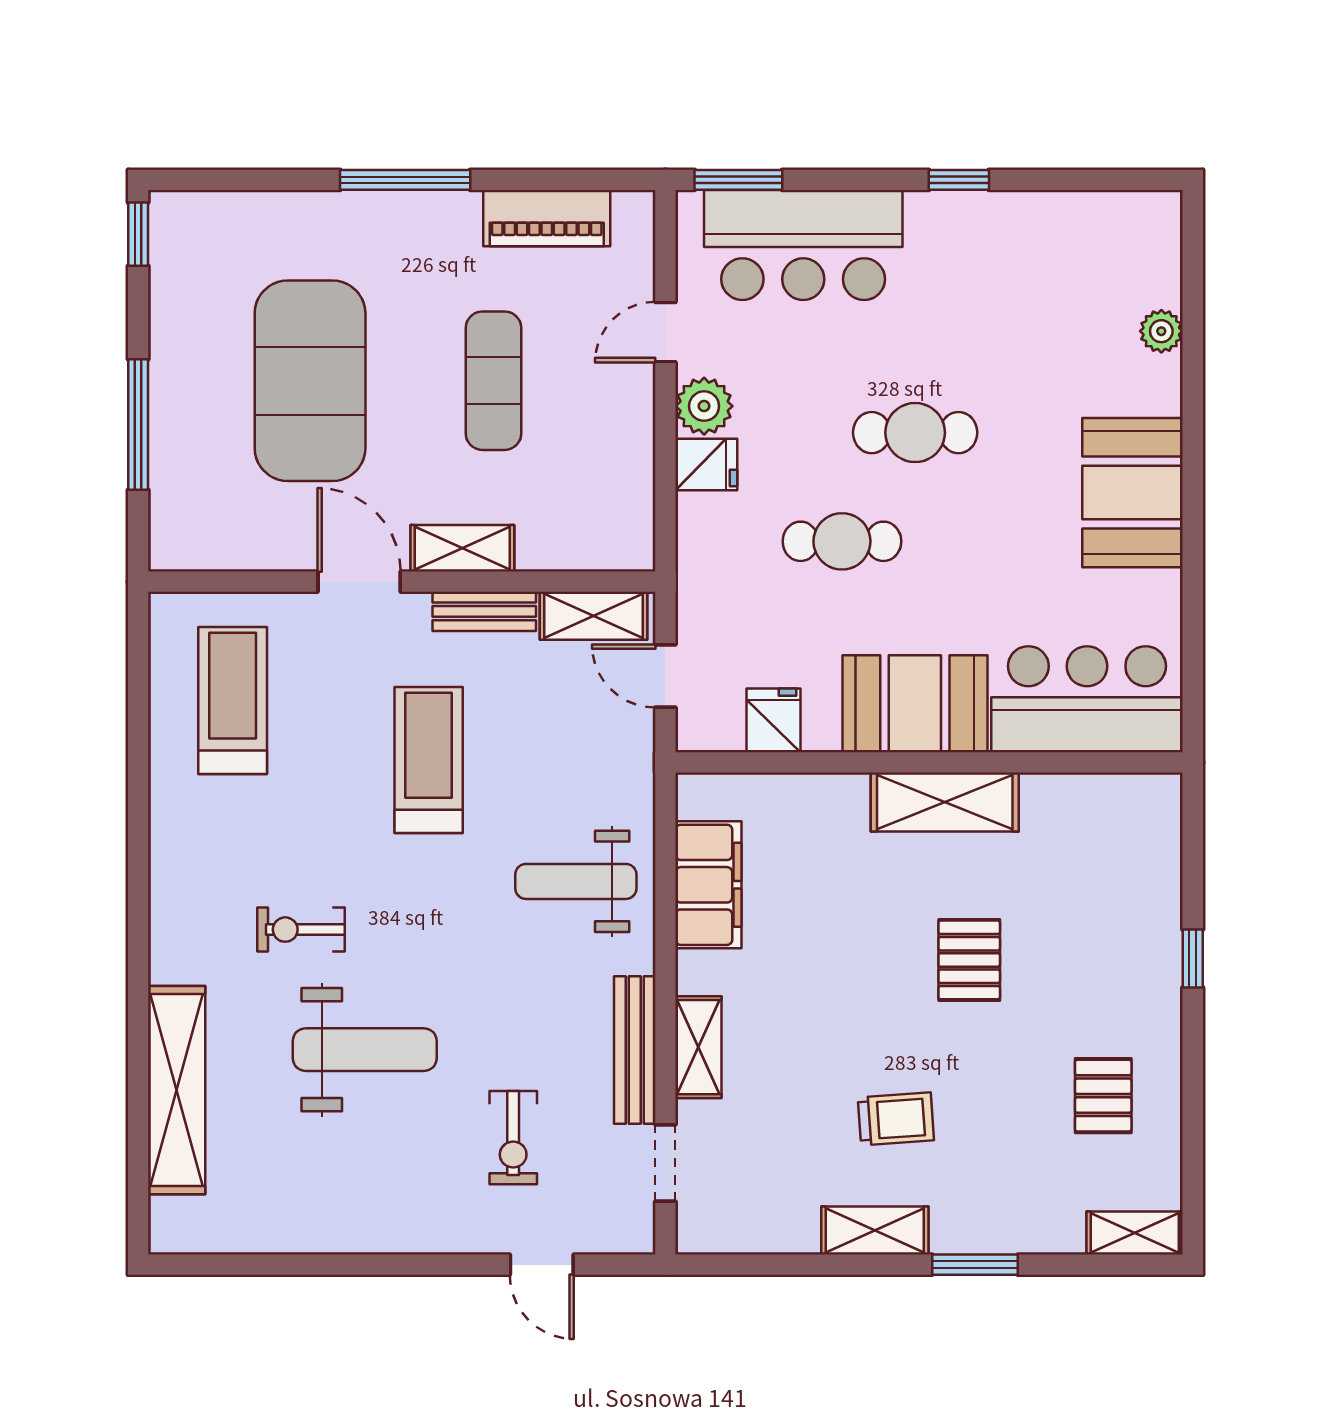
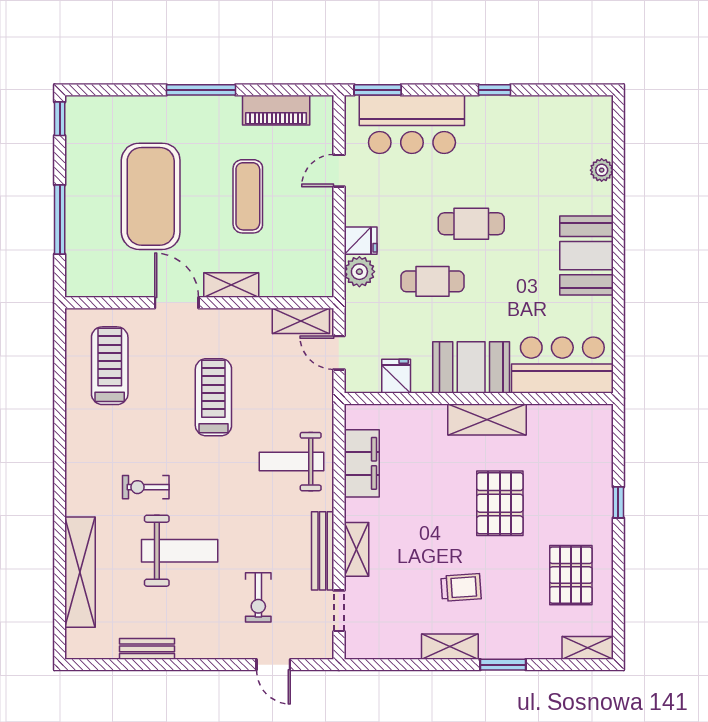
plant: (704, 406) -> (359, 272), moved
bench: (484, 611) -> (147, 649), moved
pallet: (969, 960) -> (500, 503), width x1.50, depth x1.42
pallet: (1103, 1096) -> (571, 575), width x1.50, depth x1.42

